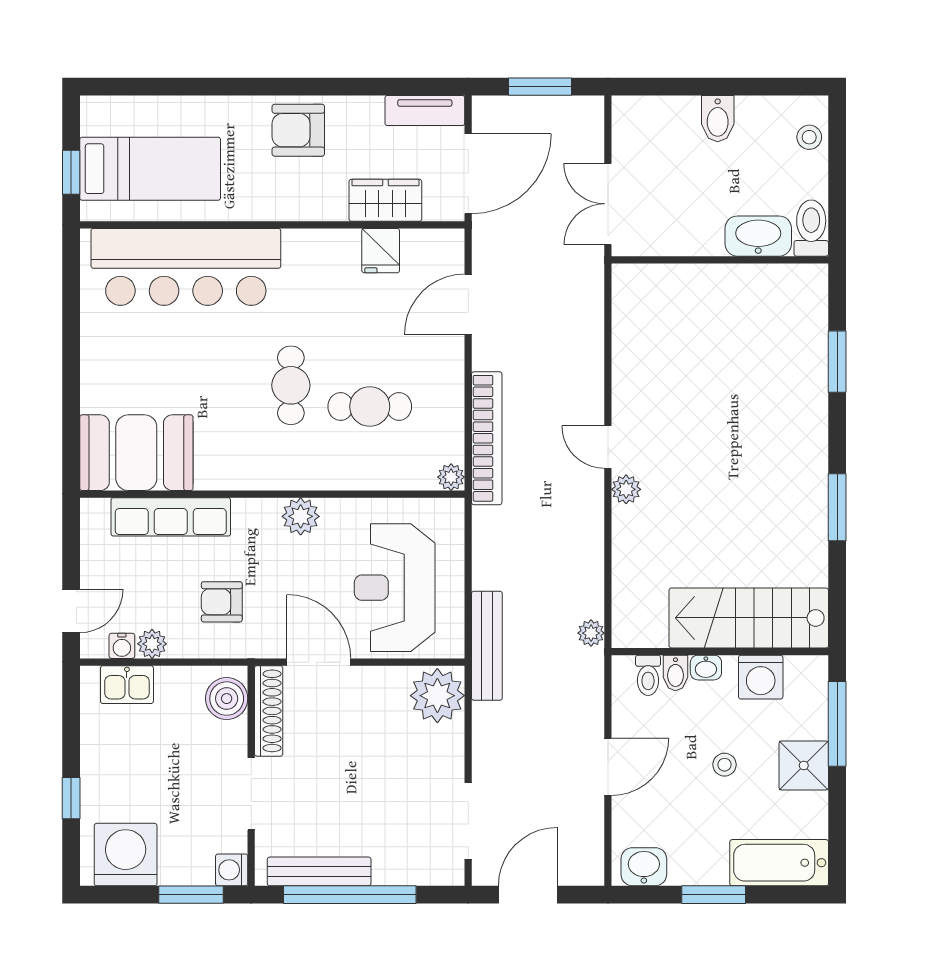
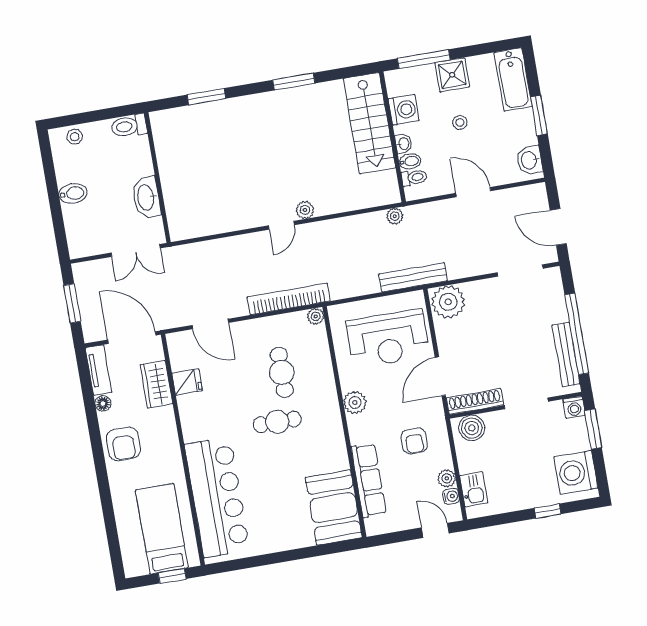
floor lamp: (369, 108) -> (103, 404), added
washbasin: (758, 236) -> (146, 197), moved

